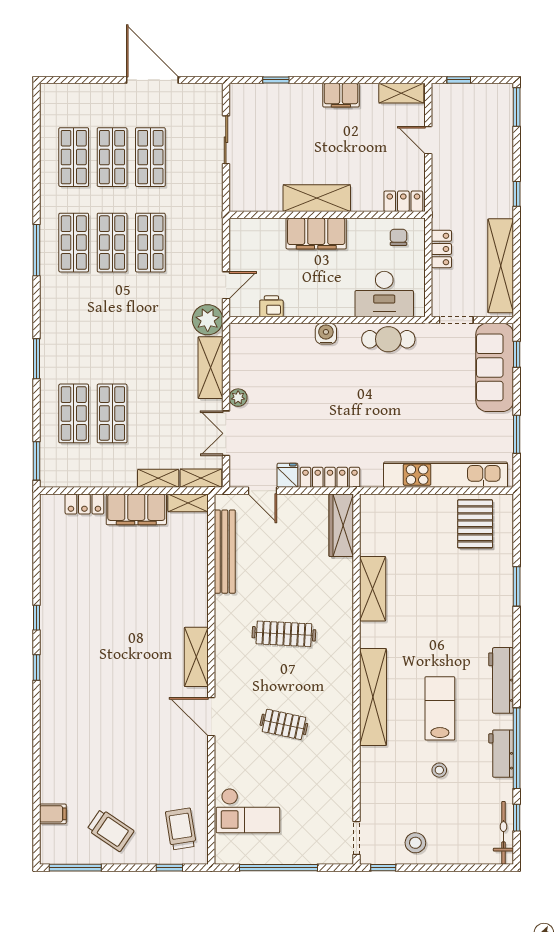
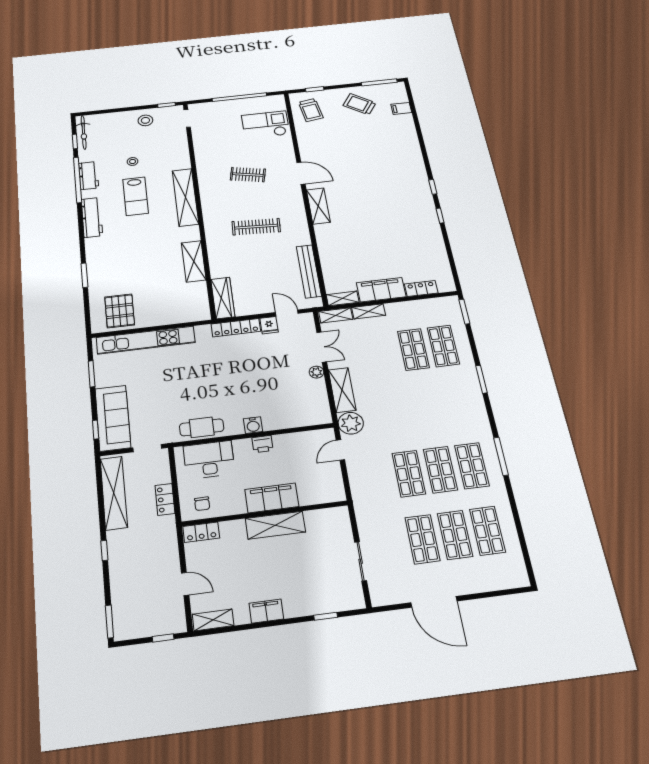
printer: (271, 306) -> (262, 444), moved

